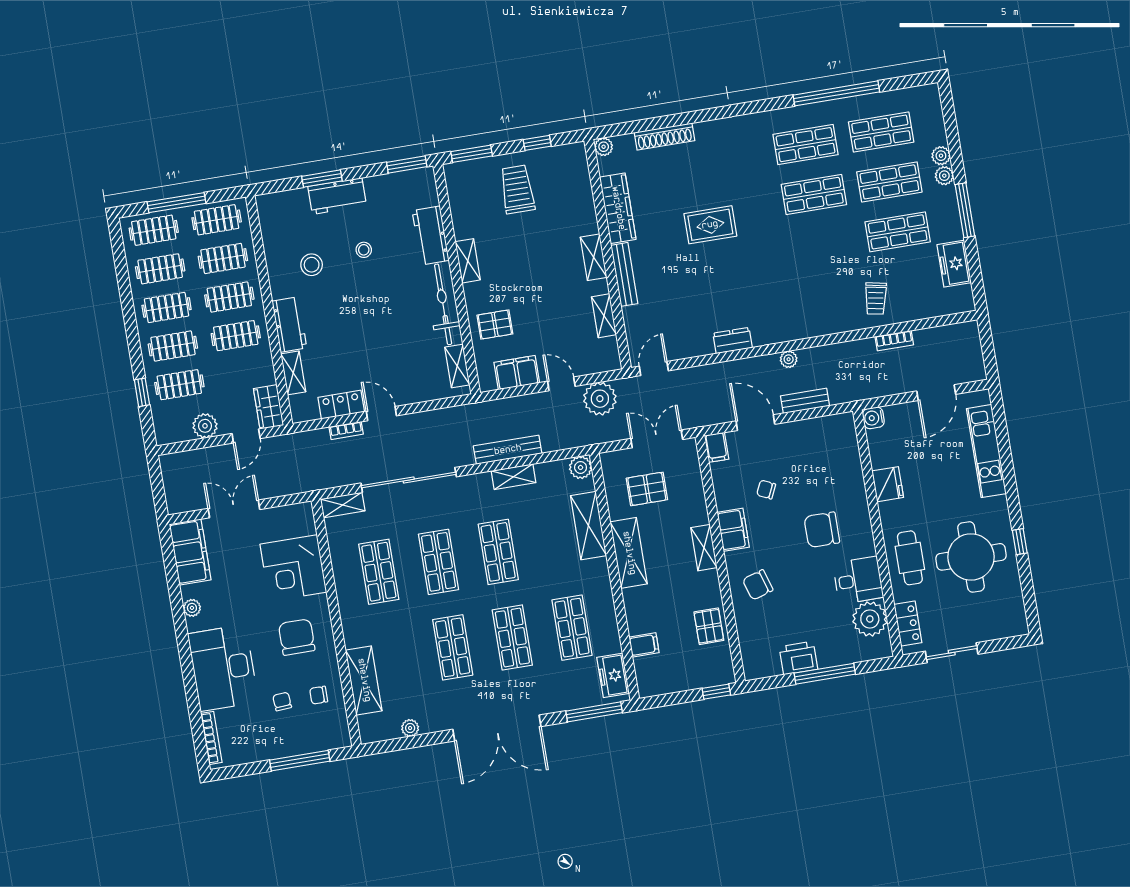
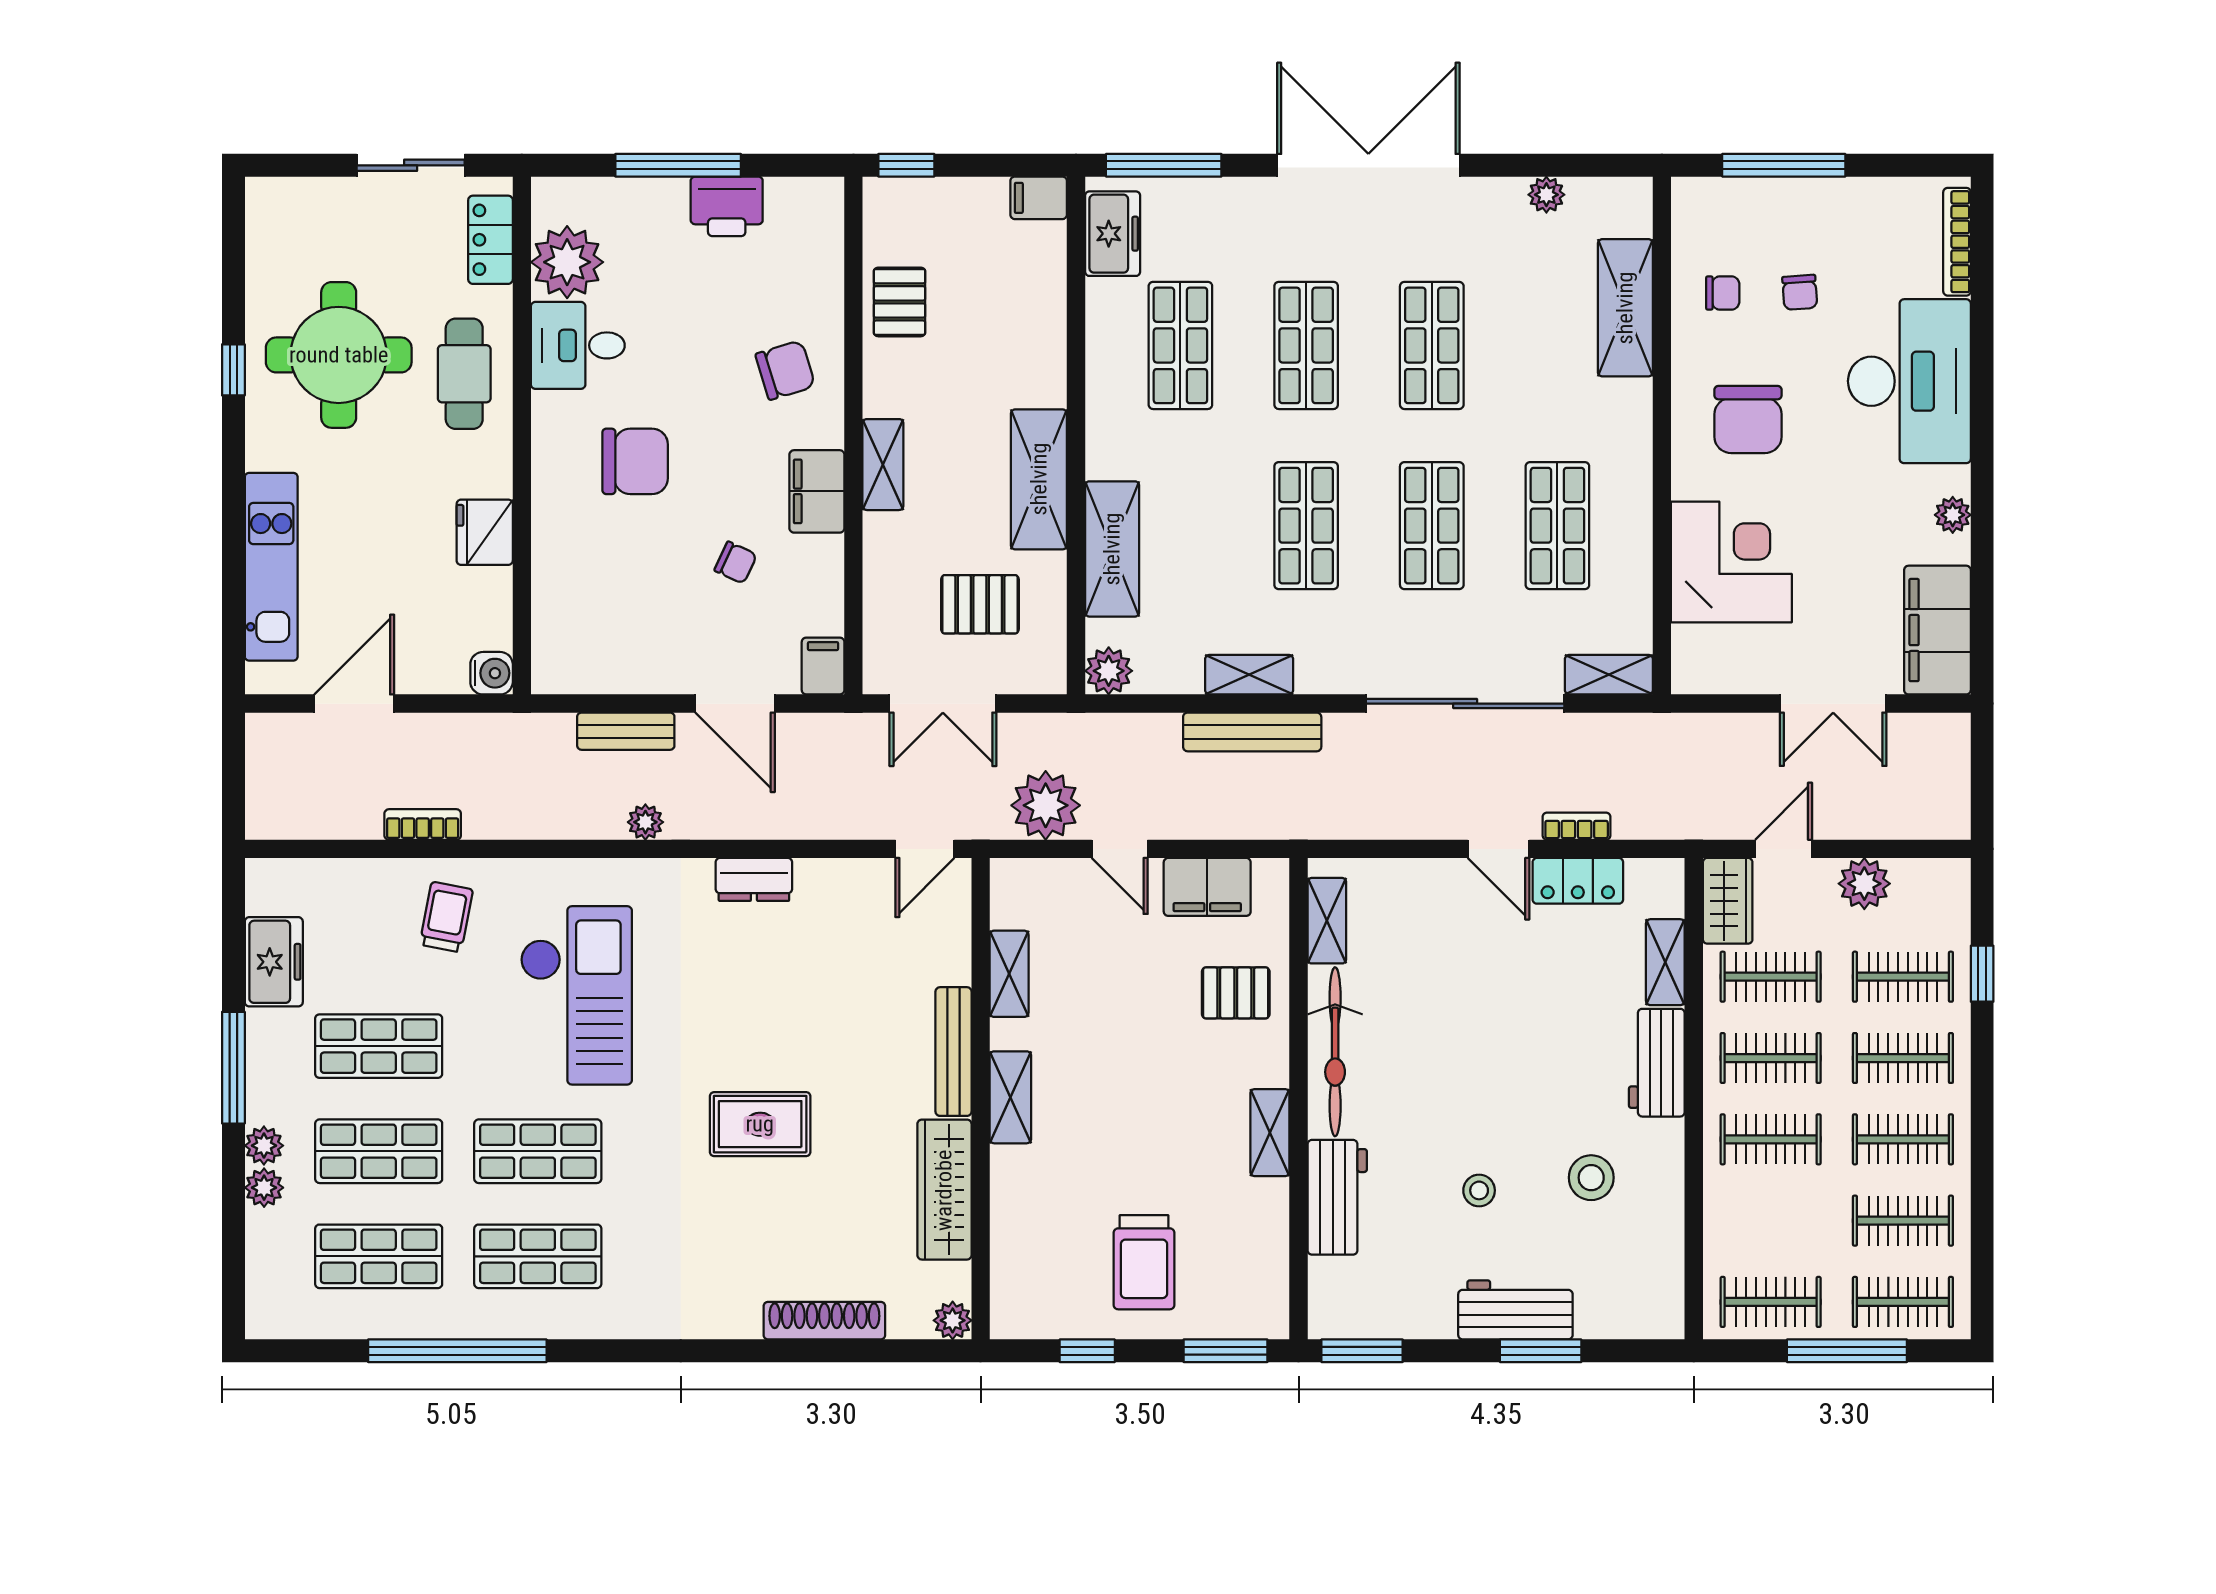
clothes rail: (223, 258) -> (1771, 977), moved
checkout: (808, 272) -> (576, 995), added
filing cabinet: (644, 645) -> (1039, 198), moved

